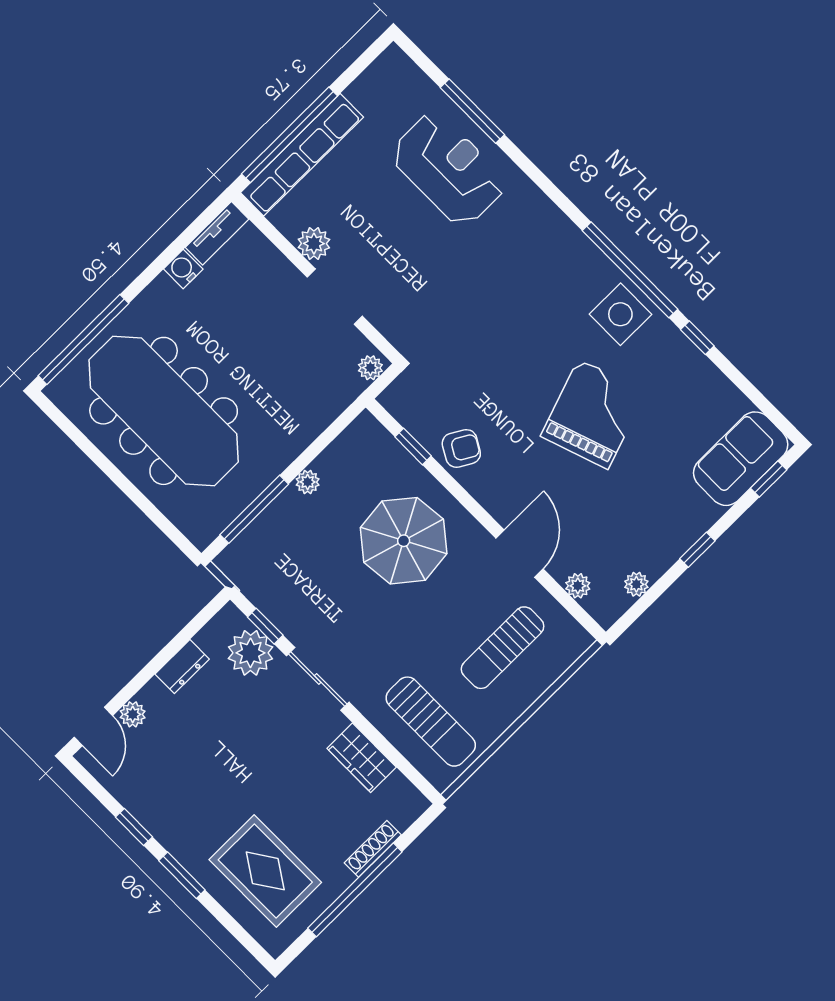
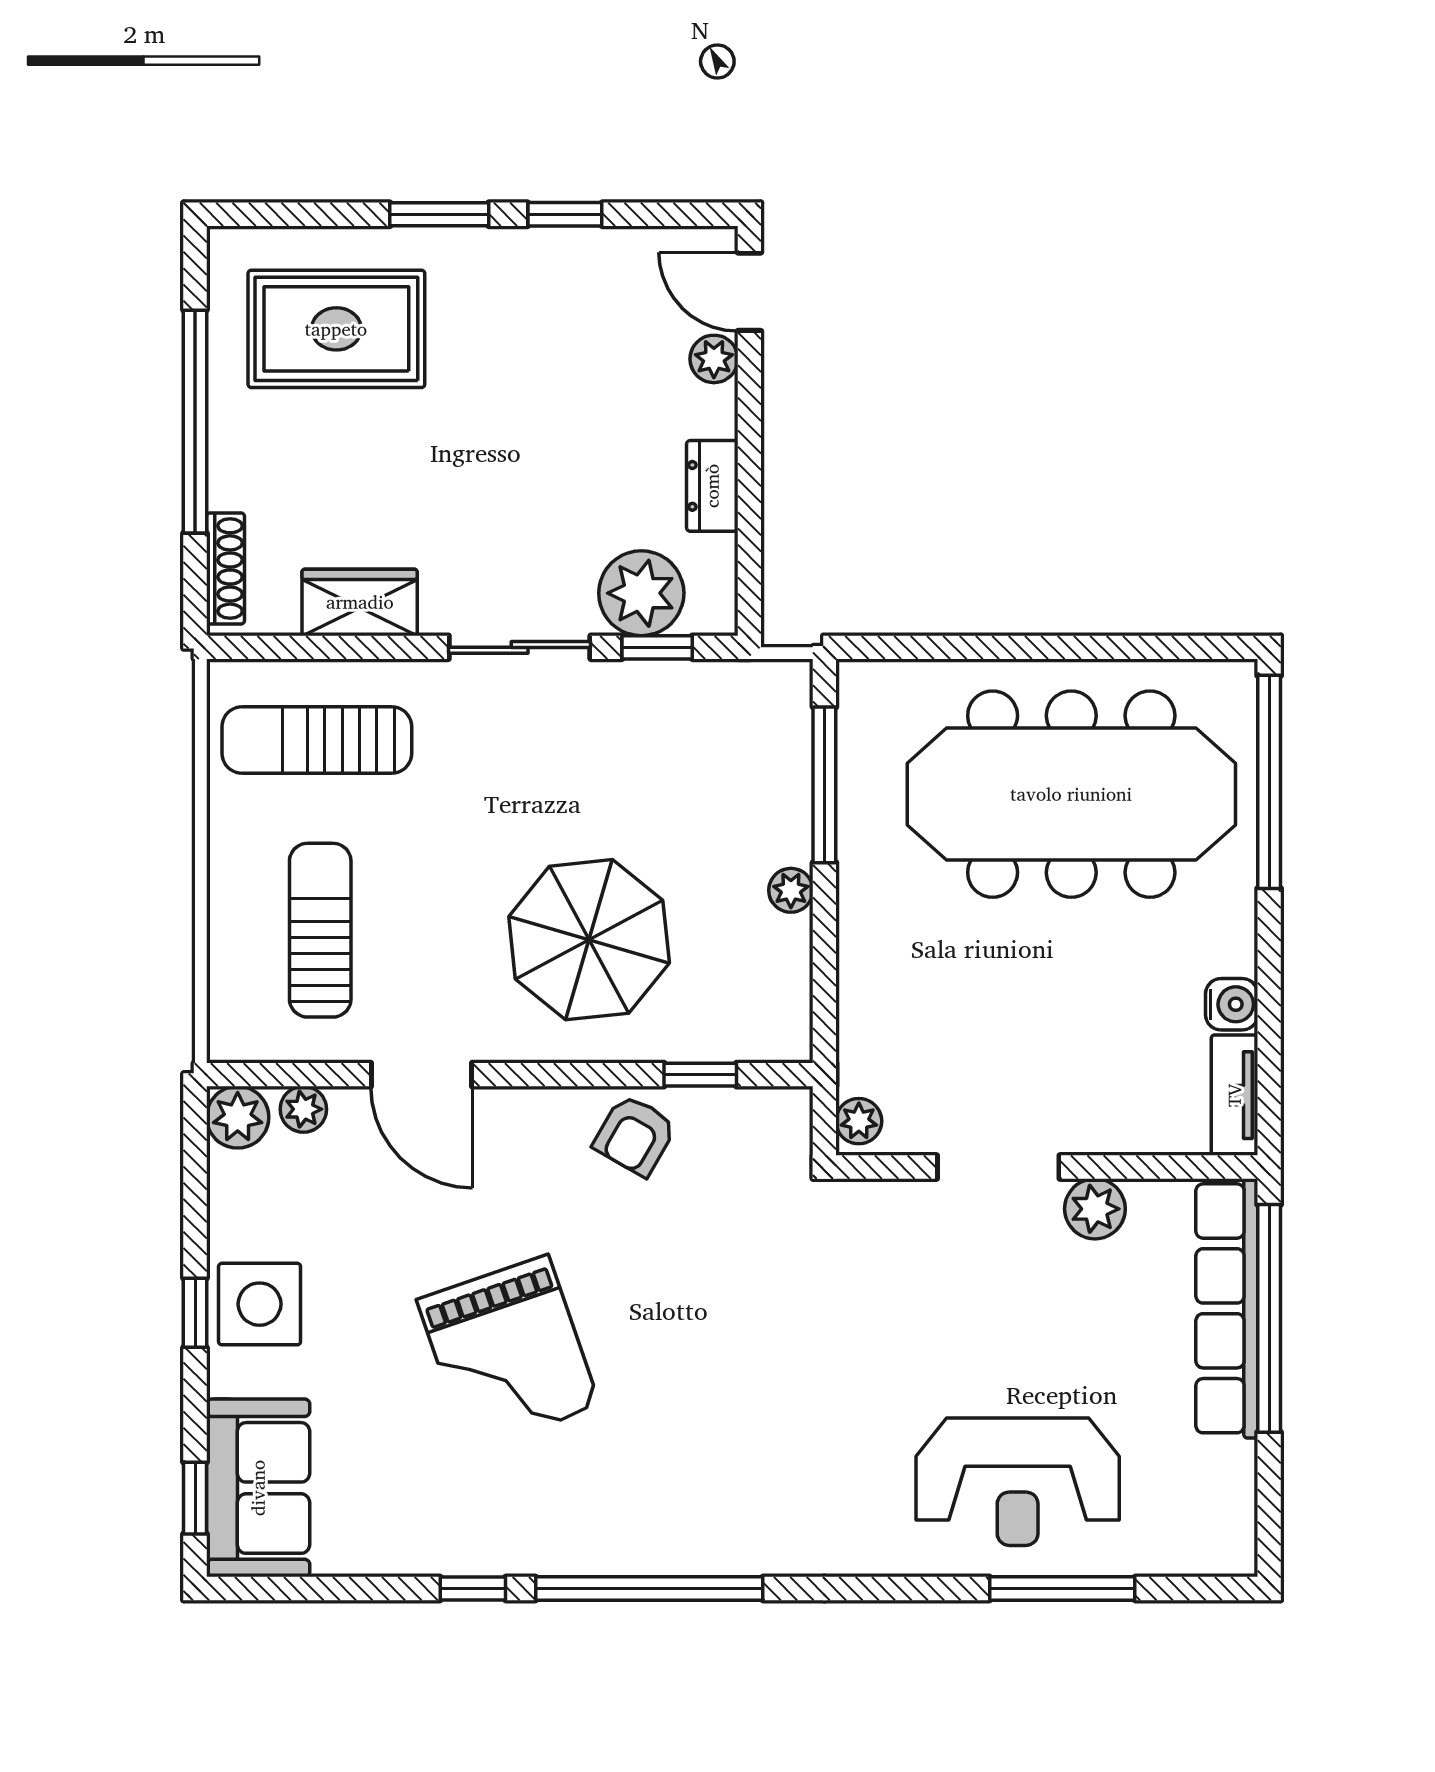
side table: (620, 314) -> (260, 1304), moved
plant: (636, 584) -> (238, 1117), moved, width x1.38, depth x1.38
shoe rack: (373, 849) -> (225, 568), moved

